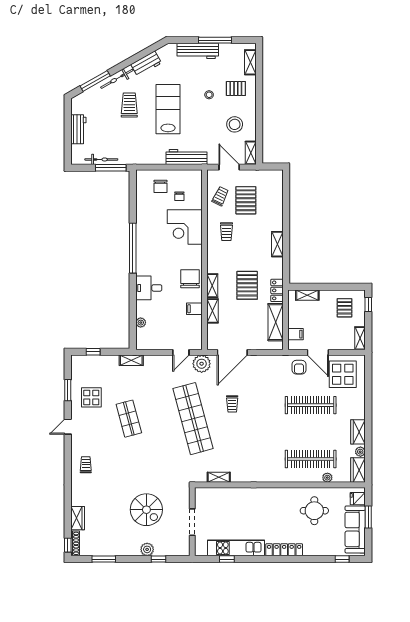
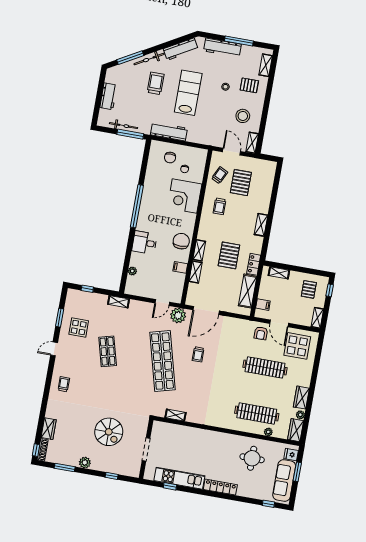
workbench: (146, 64) -> (181, 49), width x1.38
workbench: (187, 157) -> (169, 132), moved
plant: (147, 549) -> (85, 463), moved

